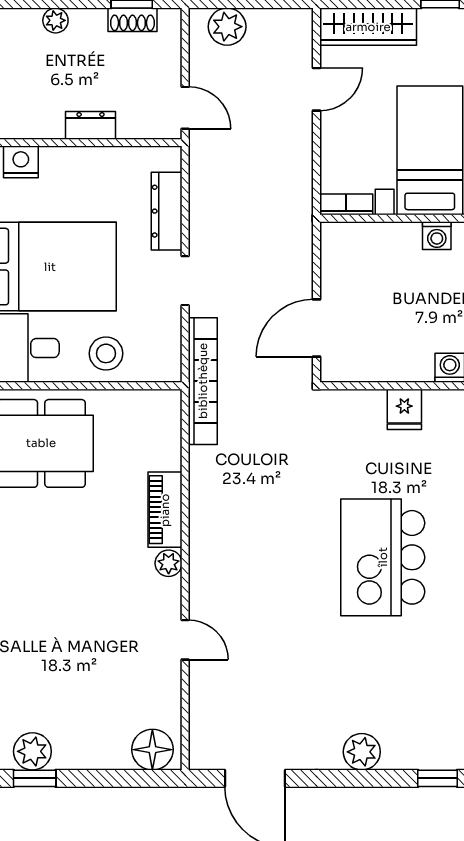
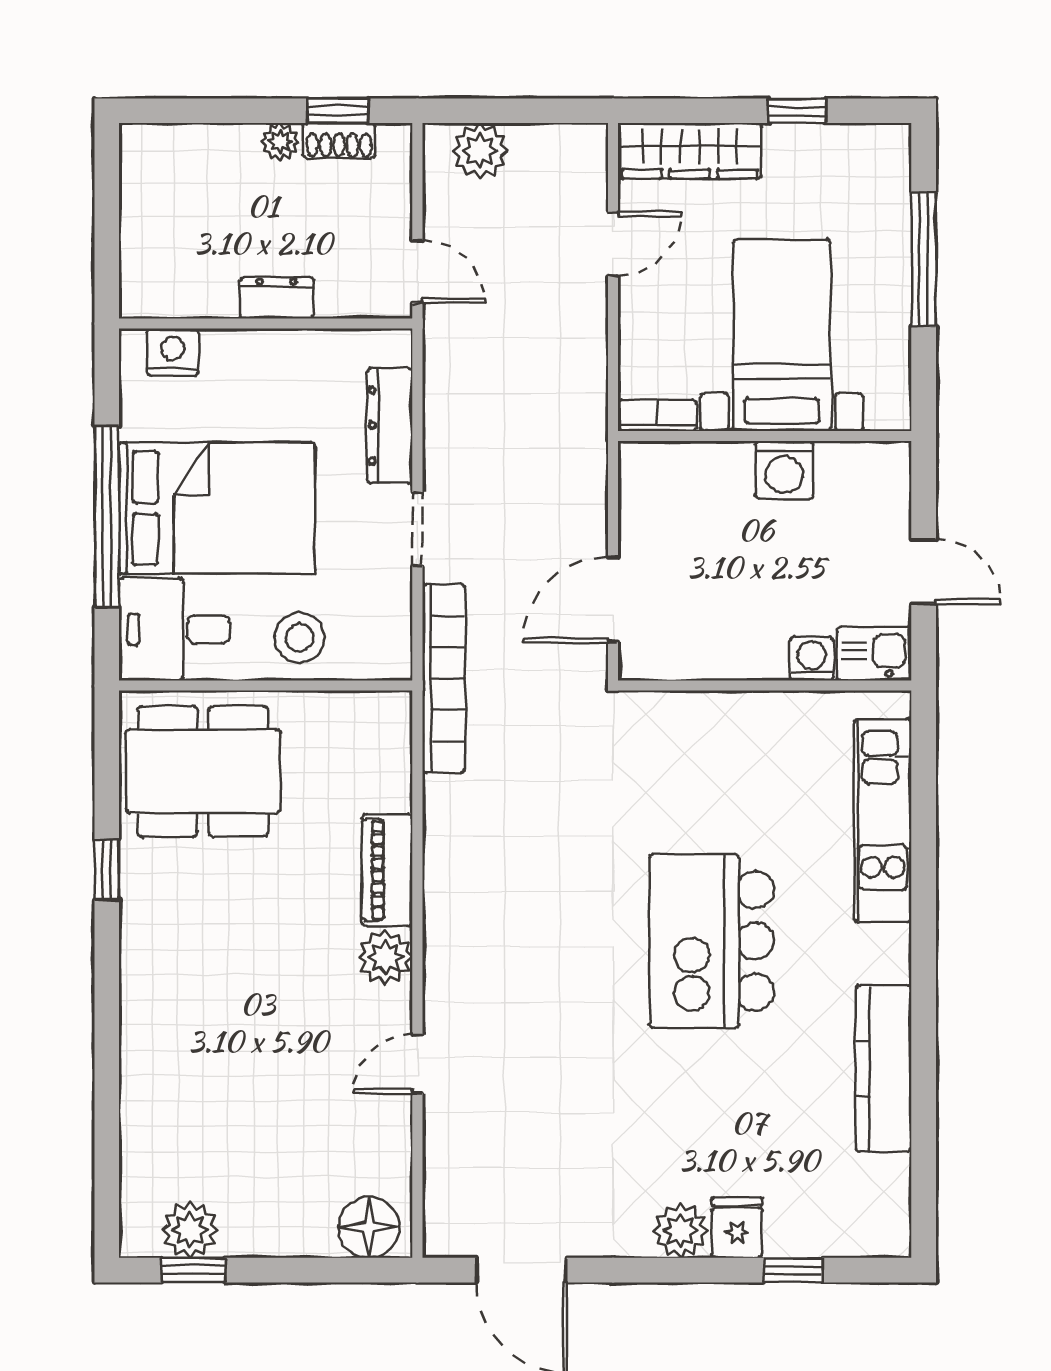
plant: (55, 20) -> (280, 142), moved
washing machine: (437, 236) -> (784, 470), width x1.38, depth x1.38
fridge: (404, 409) -> (737, 1228), moved, turned 180
plant: (169, 563) -> (385, 957), width x1.38, depth x1.38
door: (185, 640) -> (417, 1064), swing flipped

